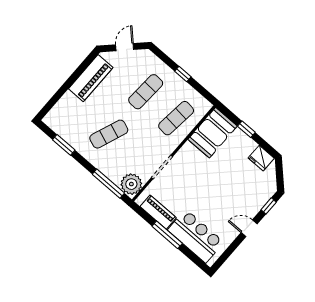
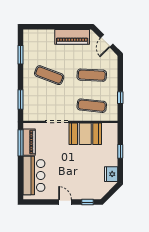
door: (125, 47) -> (107, 41), swing flipped
window: (183, 74) -> (120, 98), moved
booth: (213, 133) -> (85, 134), moved
window: (108, 184) -> (21, 100), width x0.69
plant: (131, 184) -> (32, 113), removed
window: (167, 235) -> (21, 143), moved

